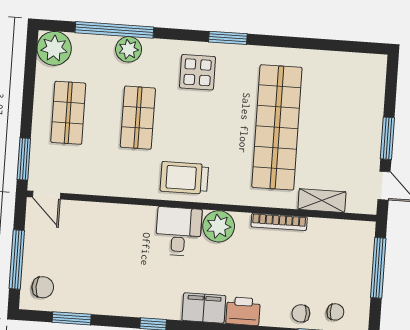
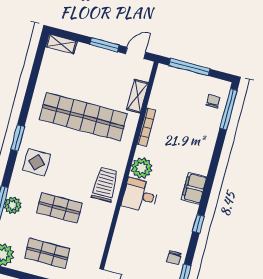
shelving: (376, 75) -> (61, 44), added
trolley: (184, 178) -> (105, 185), turned 180
printer: (243, 311) -> (201, 163), removed
chair: (301, 313) -> (174, 258), moved

